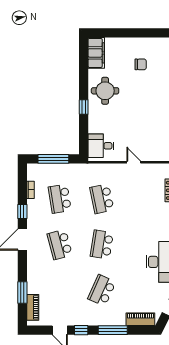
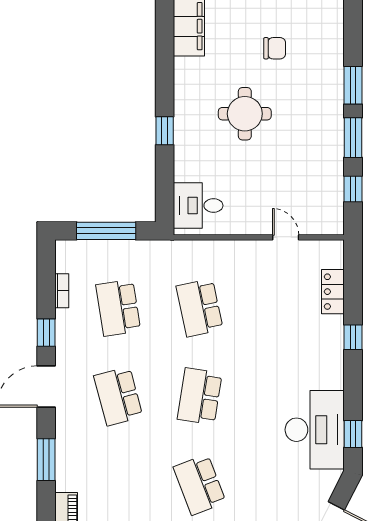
round table: (105, 91) -> (245, 114), moved
door: (134, 162) -> (286, 237), moved
school desk: (102, 290) -> (200, 485), turned -45
window: (22, 292) -> (46, 460), moved

